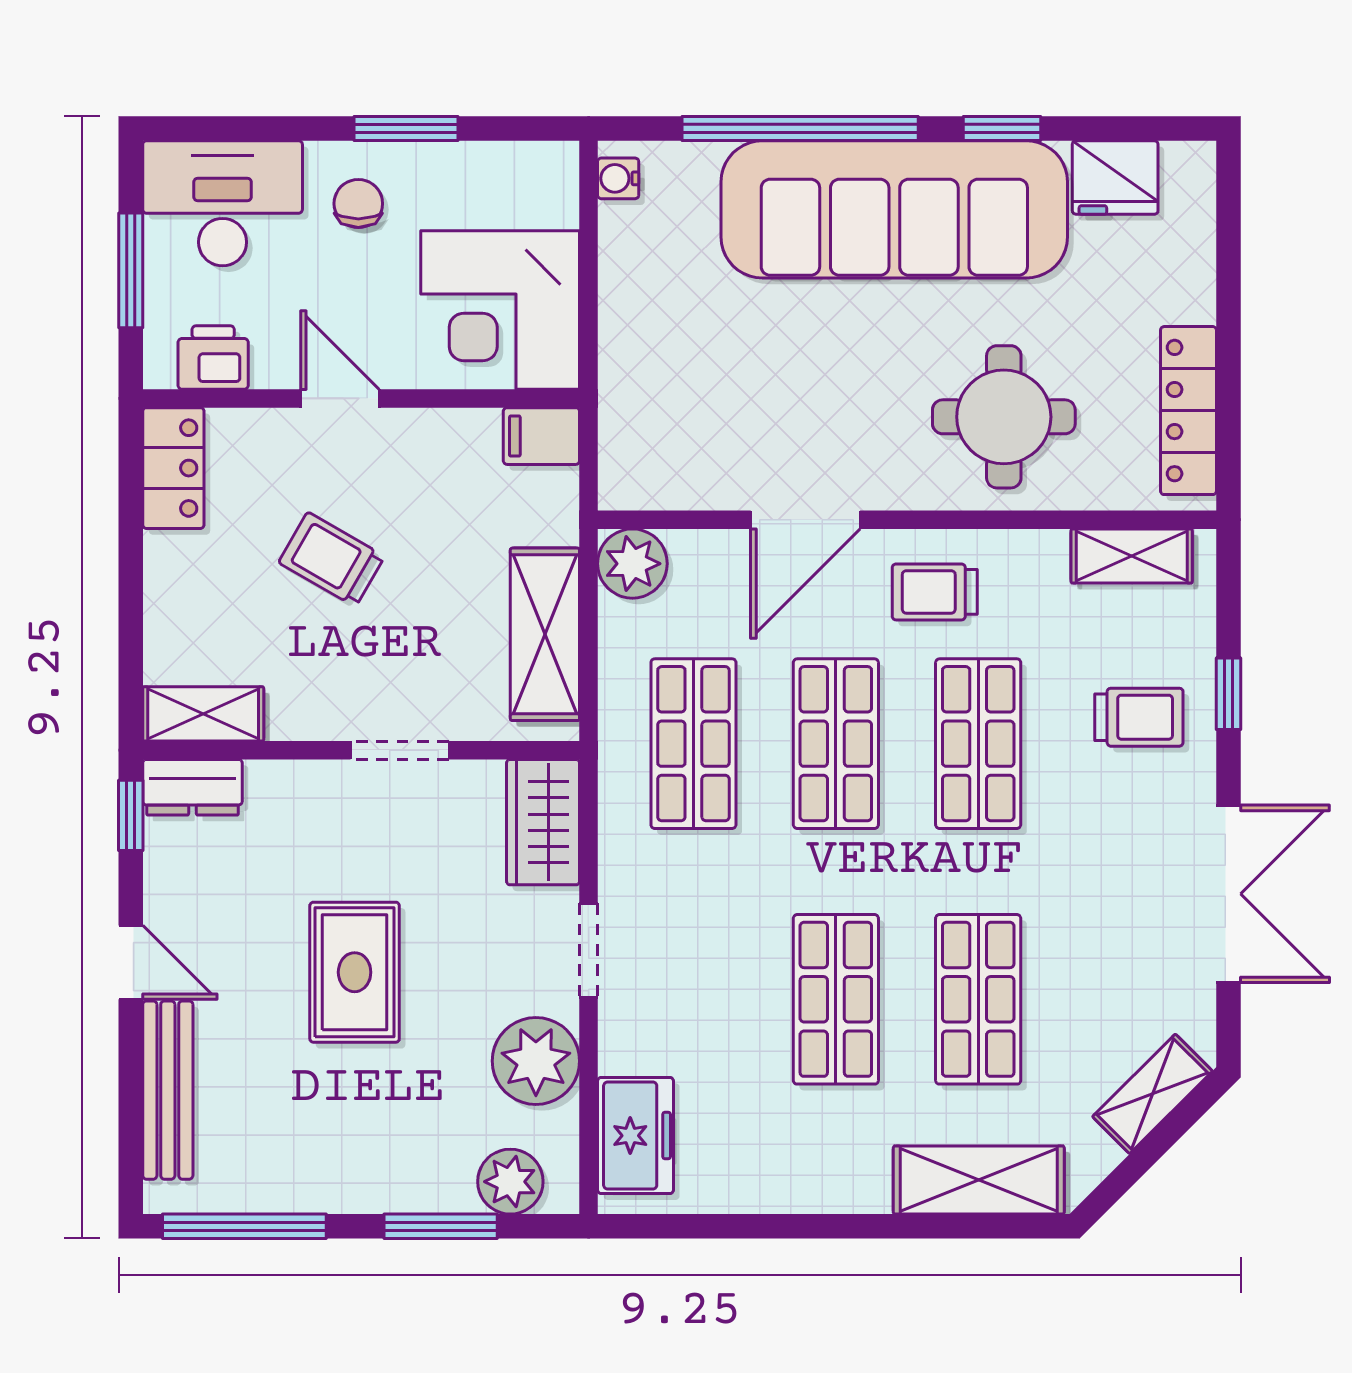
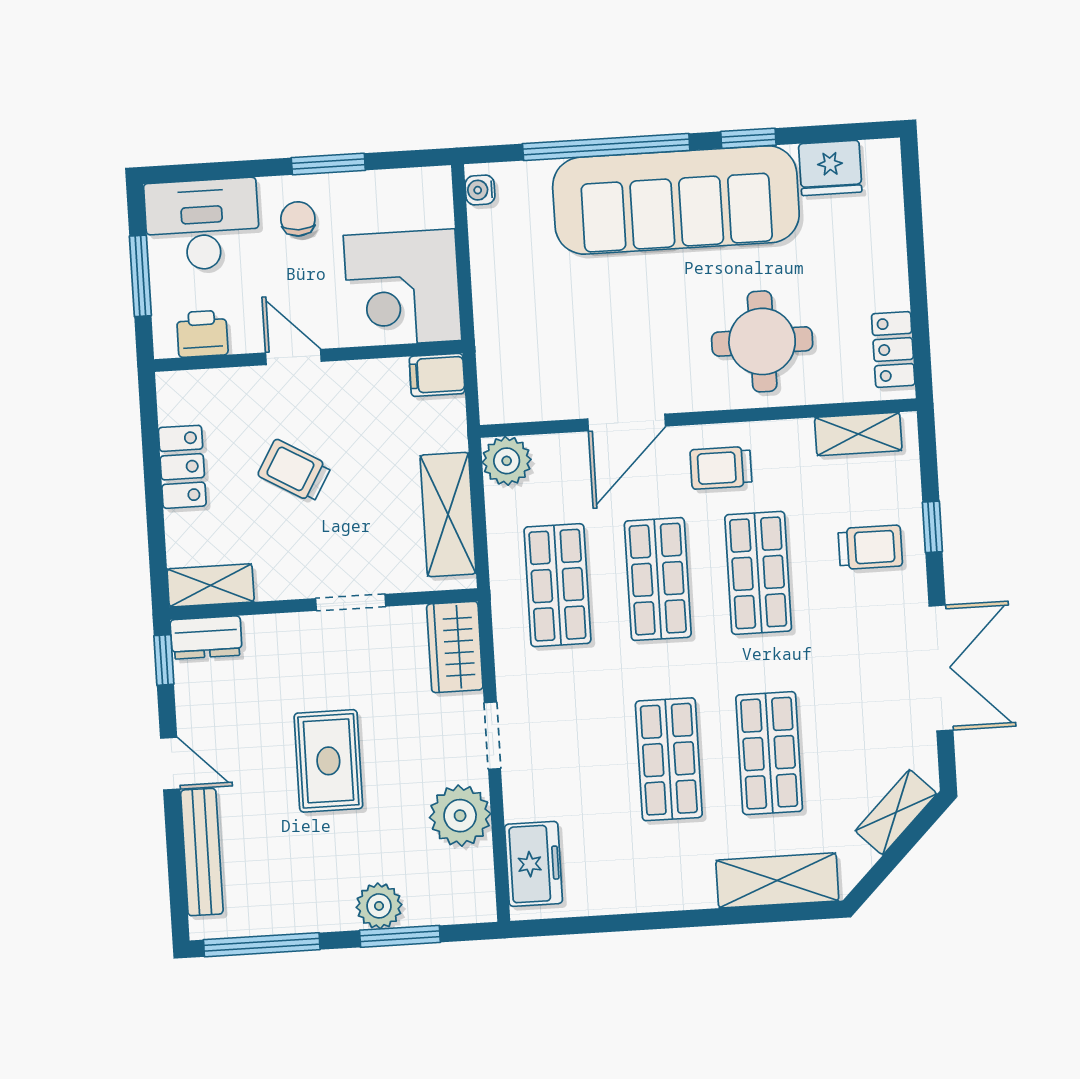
locker: (1188, 411) -> (893, 349), width x0.66
locker: (173, 468) -> (182, 467), moved
plant: (510, 1182) -> (379, 906), moved

